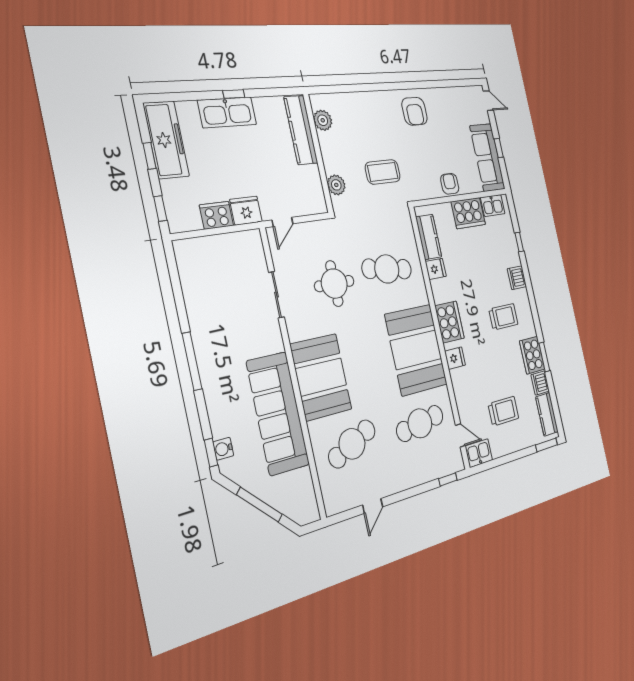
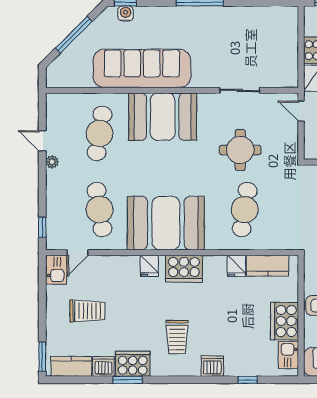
trolley: (503, 411) -> (87, 311), turned -90
cafe table: (352, 444) -> (100, 133), turned 33
plant: (389, 488) -> (52, 162), added

